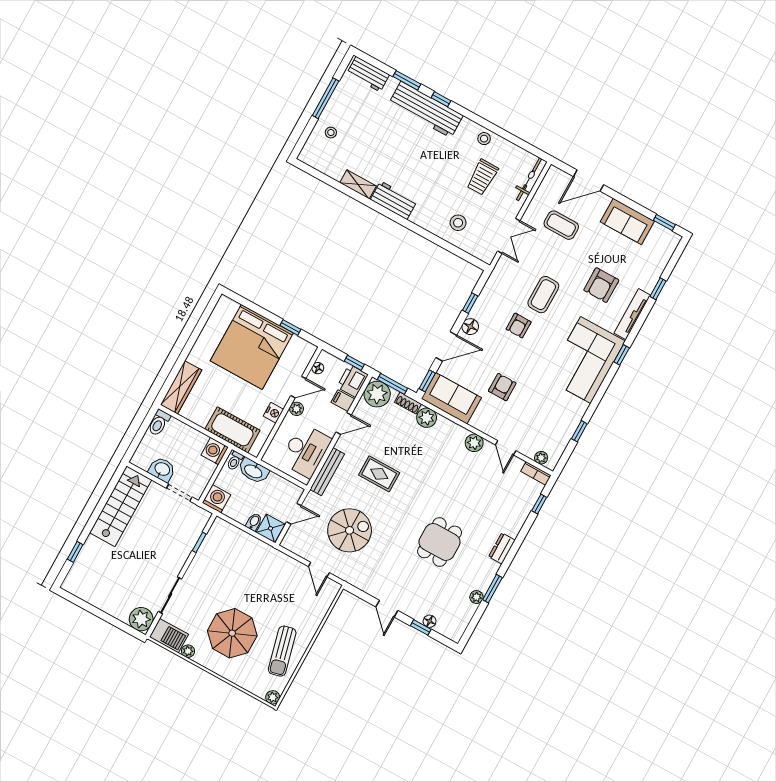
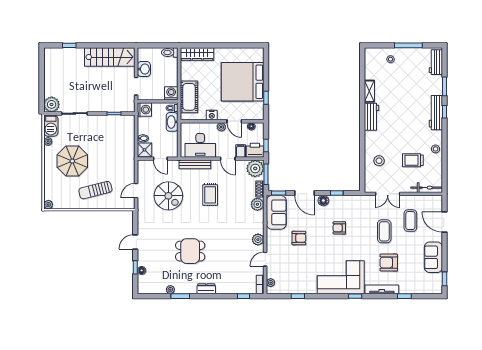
workbench: (426, 110) -> (436, 113), width x0.73, depth x0.76
coffee table: (543, 295) -> (384, 231), moved, turned 90
sun lounger: (282, 651) -> (95, 190), moved

